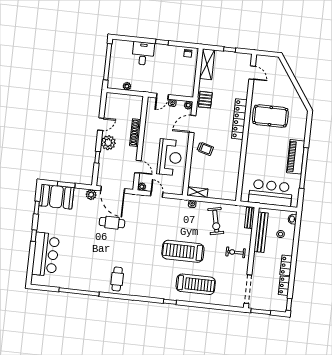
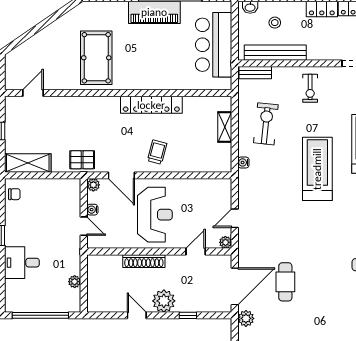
locker: (239, 119) -> (151, 105), moved
reception desk: (170, 157) -> (155, 215), moved, turned 90
shelving: (197, 192) -> (225, 127), moved
exercise bike: (216, 221) -> (266, 124), turned -72
treadmill: (183, 251) -> (317, 169), turned 180

